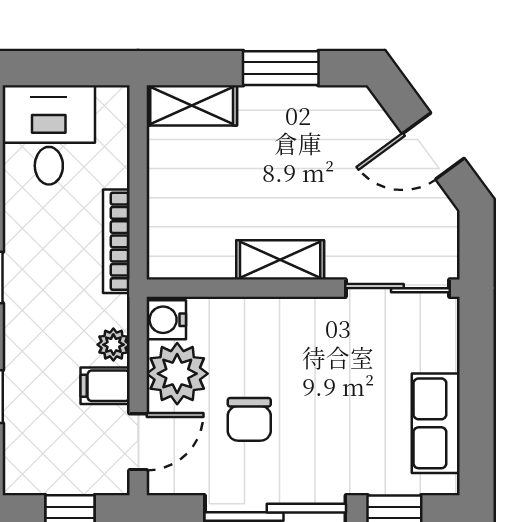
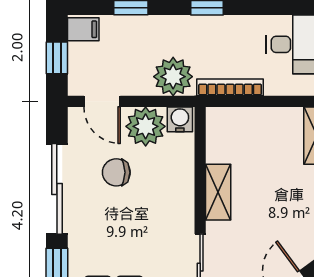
plant: (113, 345) -> (173, 77), width x1.88, depth x1.88
filing cabinet: (105, 386) -> (83, 29), moved, turned 90

